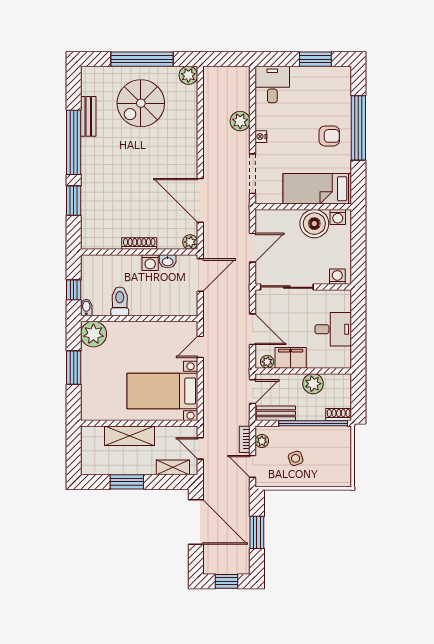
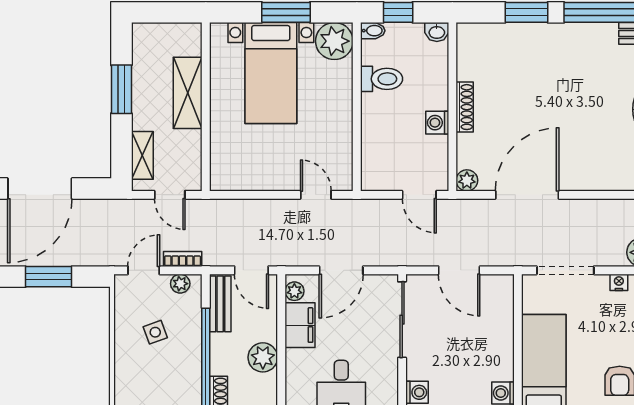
boiler: (314, 224) -> (493, 359), removed
washbasin: (168, 261) -> (437, 32), moved, turned -90
door: (200, 275) -> (419, 195), width x0.73
bed with nightstands: (162, 391) -> (271, 73), moved, turned 180
door: (200, 448) -> (170, 195), swing flipped
door: (196, 522) -> (40, 189), moved

